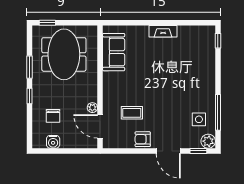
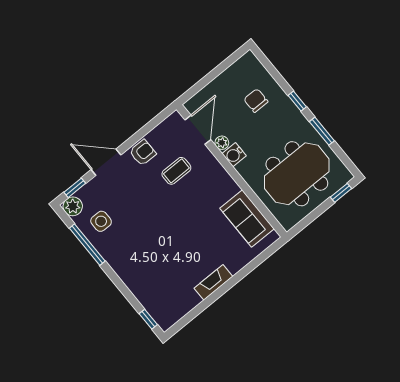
meeting table: (64, 54) -> (297, 174), turned 90
door: (100, 126) -> (198, 130), hinge flipped
water cooler: (53, 142) -> (234, 155), moved, turned -90

